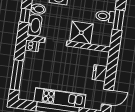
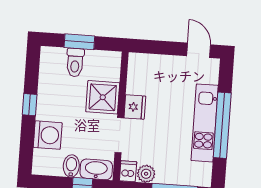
plant: (29, 57) -> (146, 174), added
fridge: (100, 73) -> (135, 107), moved, turned -90

